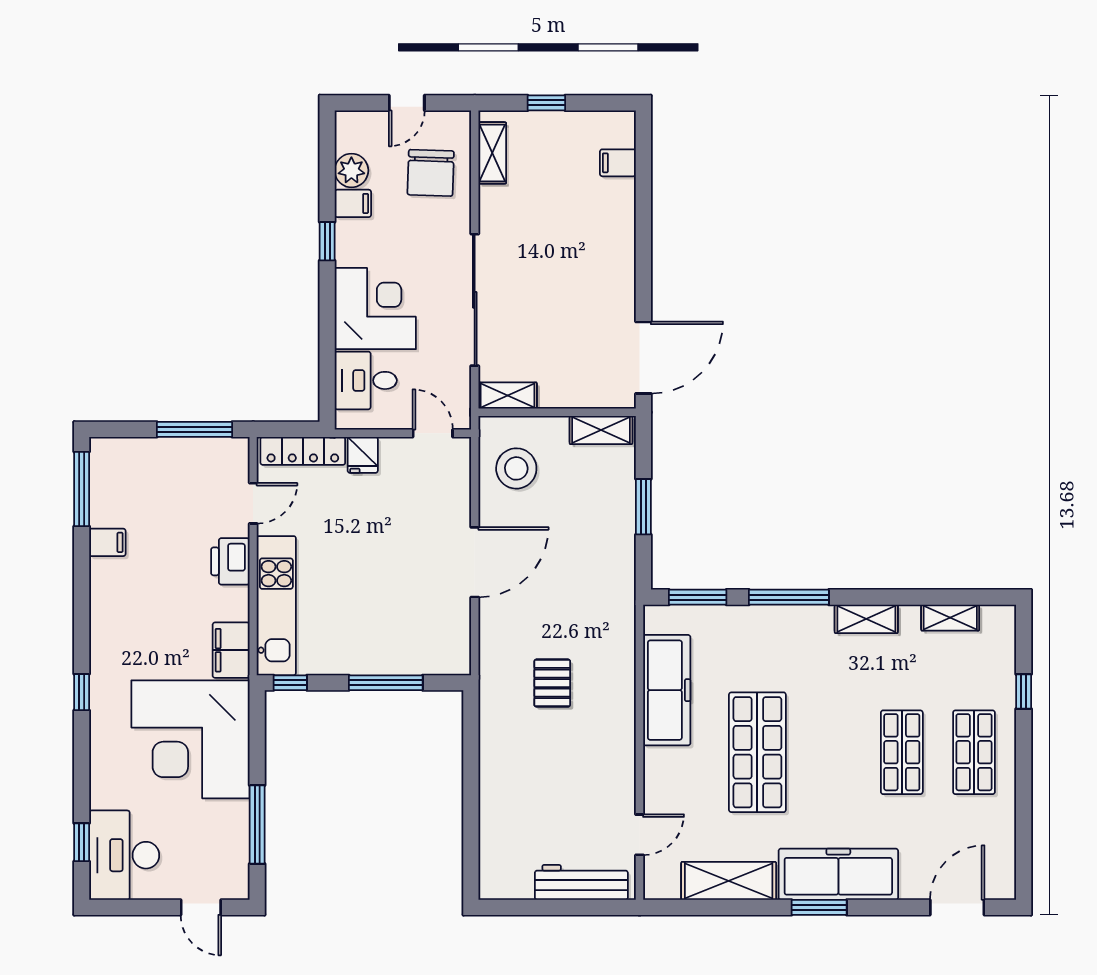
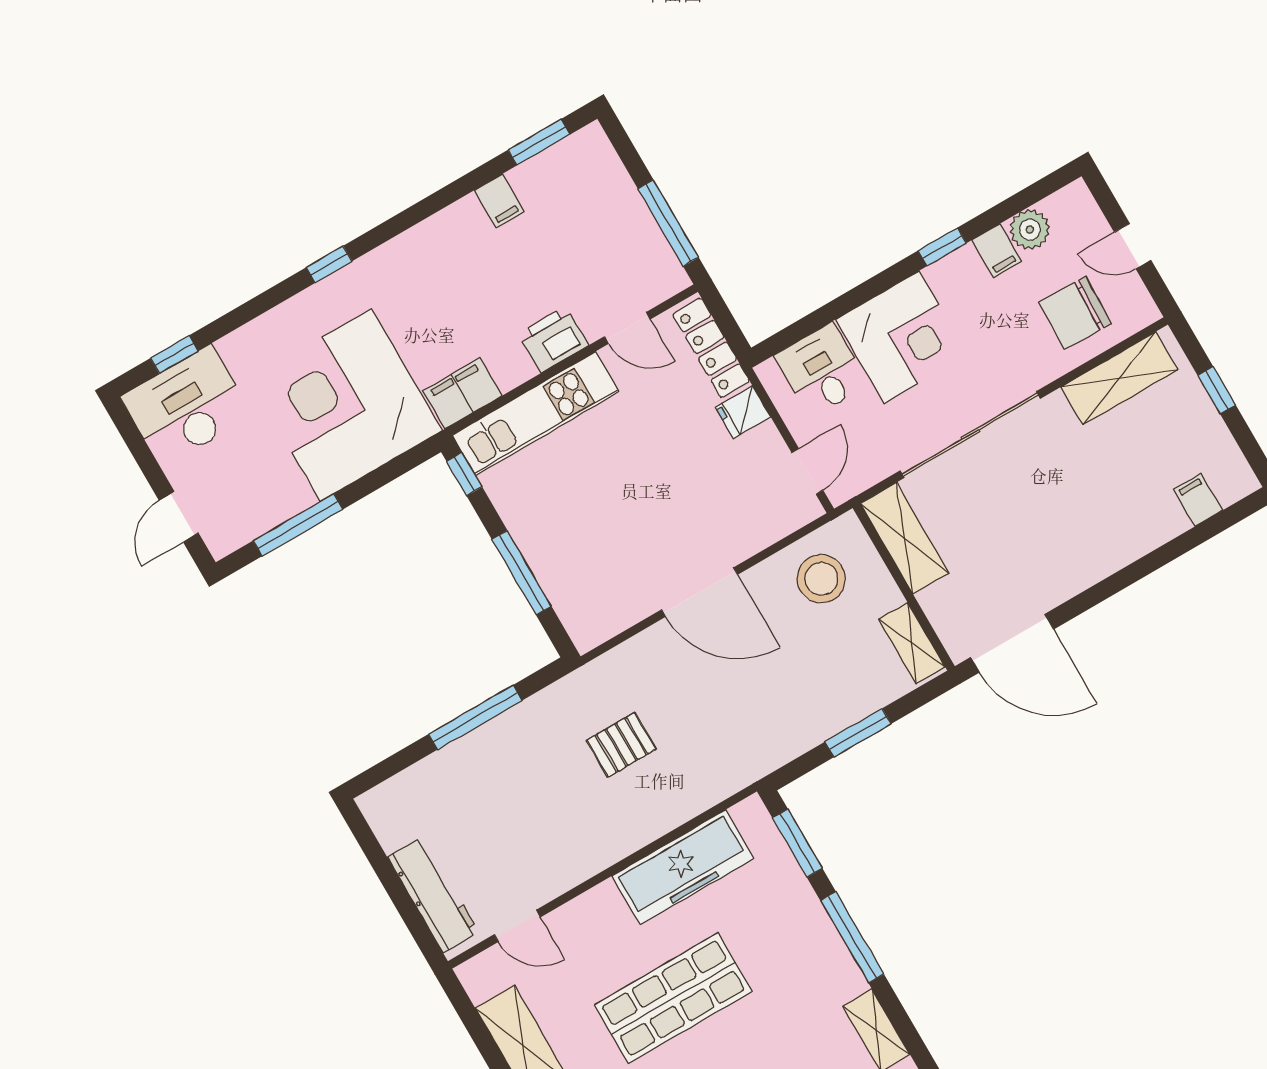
shelving: (492, 153) -> (1119, 378), width x1.50, depth x1.33
shelving: (508, 396) -> (905, 538), width x1.50, depth x1.33
window: (82, 489) -> (539, 142), width x0.69
window: (471, 777) -> (475, 717), added

